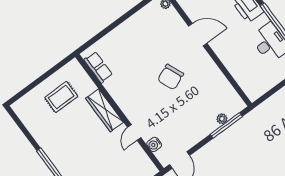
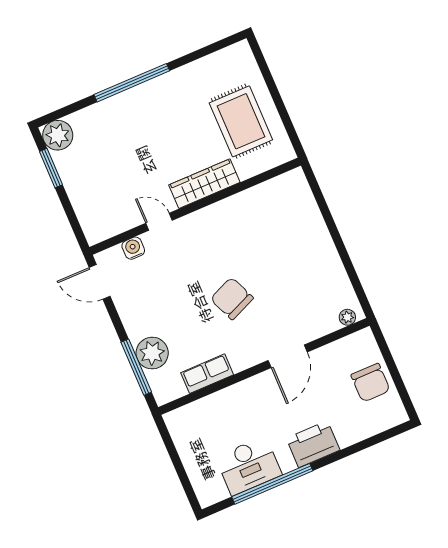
row of seats: (98, 67) -> (207, 374), moved, turned 180
rug: (61, 97) -> (241, 121), width x1.36, depth x1.43
plant: (222, 119) -> (152, 353), width x1.87, depth x1.87

